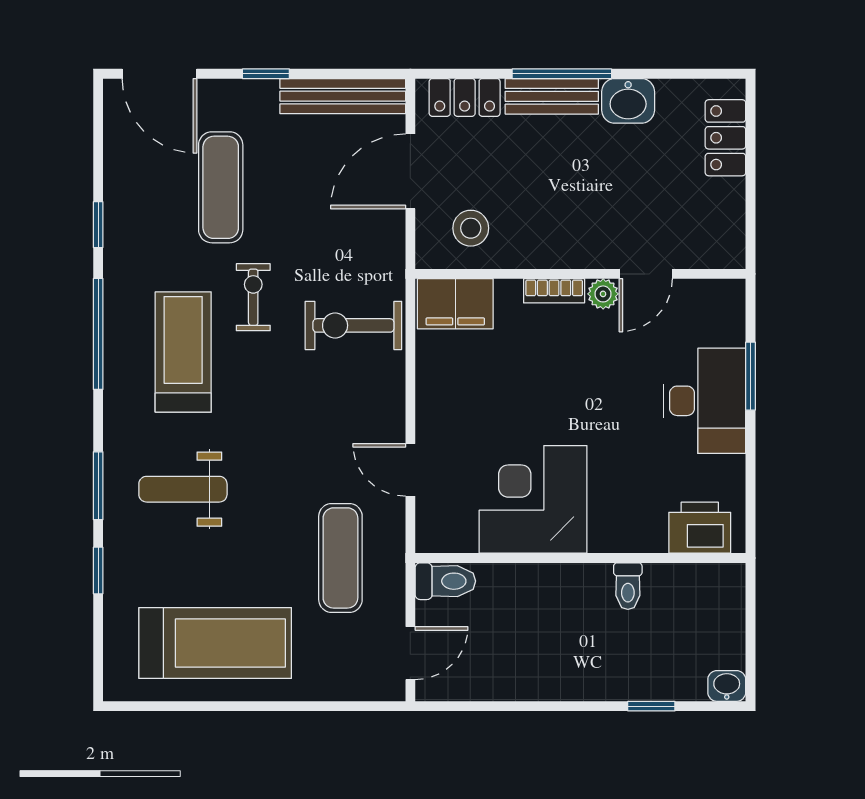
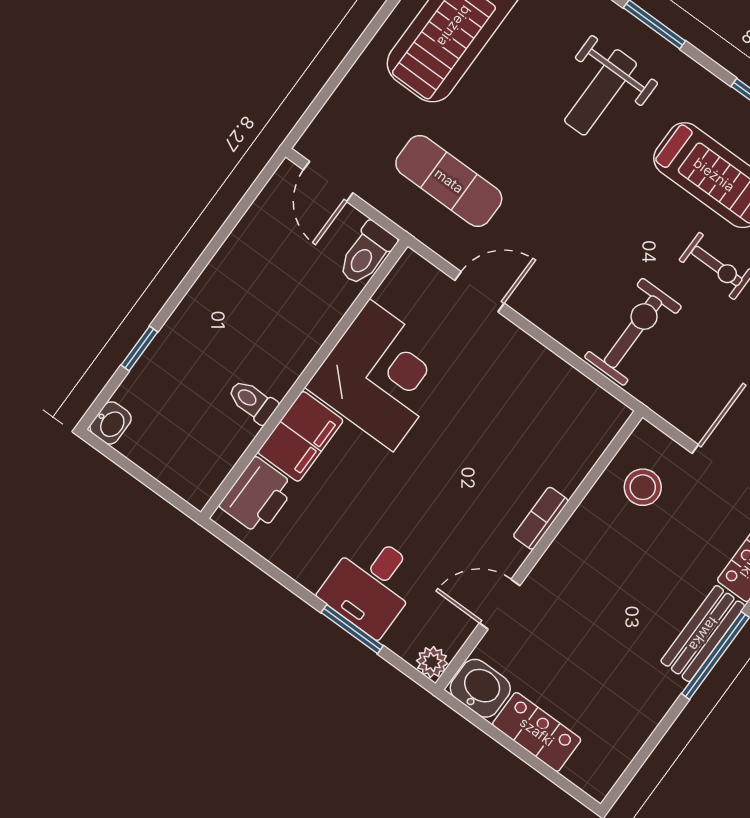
washbasin: (628, 101) -> (480, 688), moved, turned 90
locker: (725, 138) -> (537, 732), moved
door: (646, 274) -> (500, 604), hinge flipped
plant: (603, 294) -> (432, 662), moved
filing cabinet: (455, 304) -> (300, 436), moved, turned 180
desk: (704, 401) -> (371, 585), width x0.73
weight bench: (183, 489) -> (601, 92), turned 180

